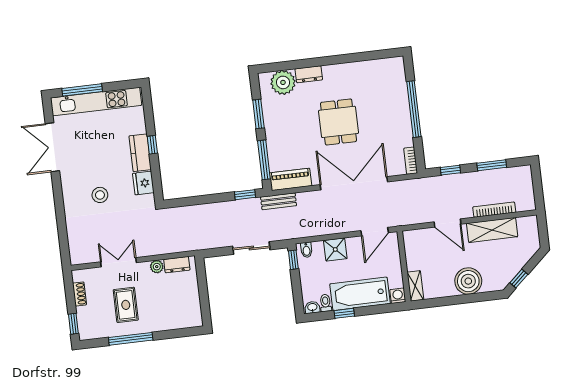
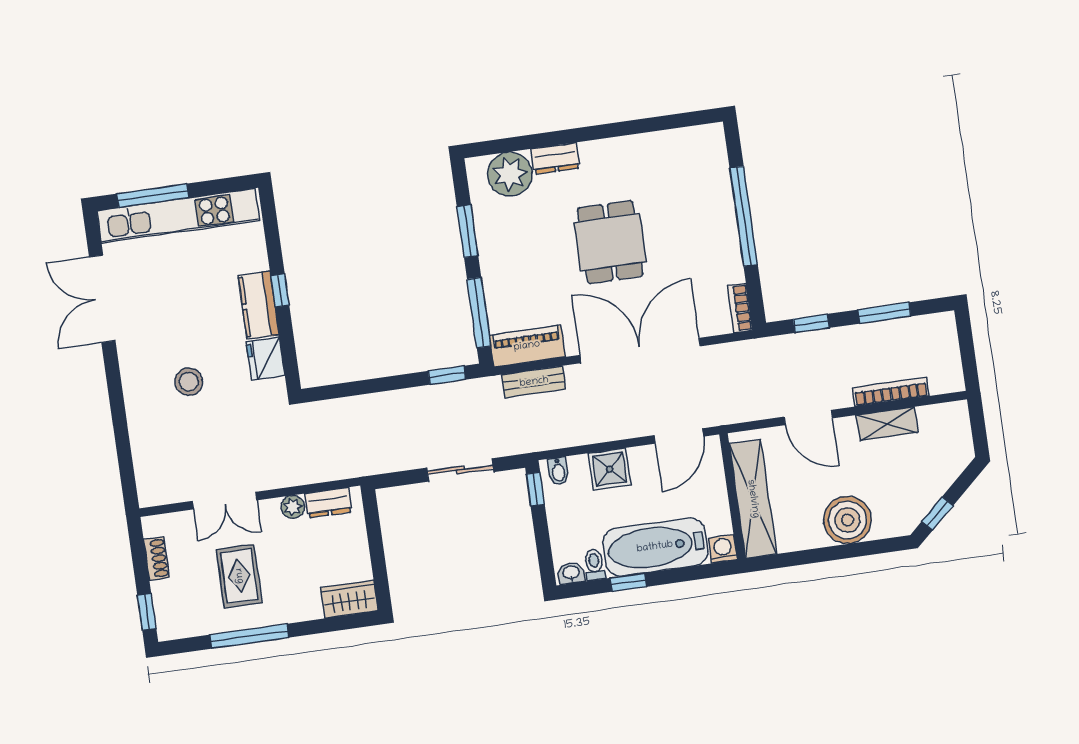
bench: (279, 201) -> (534, 382), moved
shelving: (492, 230) -> (887, 424), width x0.67, depth x0.75
double door: (118, 262) -> (224, 501), swing flipped
shelving: (415, 286) -> (753, 499), width x2.20, depth x1.33
wardrobe: (187, 319) -> (349, 599), added

